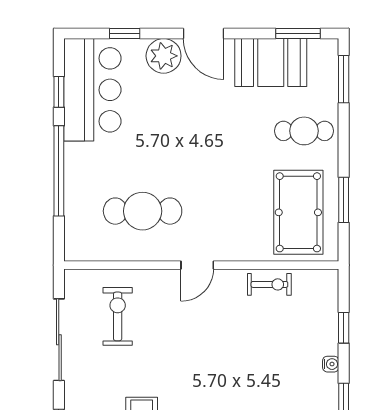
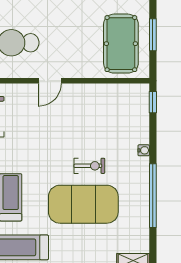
exercise bike: (269, 284) -> (89, 166), moved
window: (344, 328) -> (153, 102), moved

